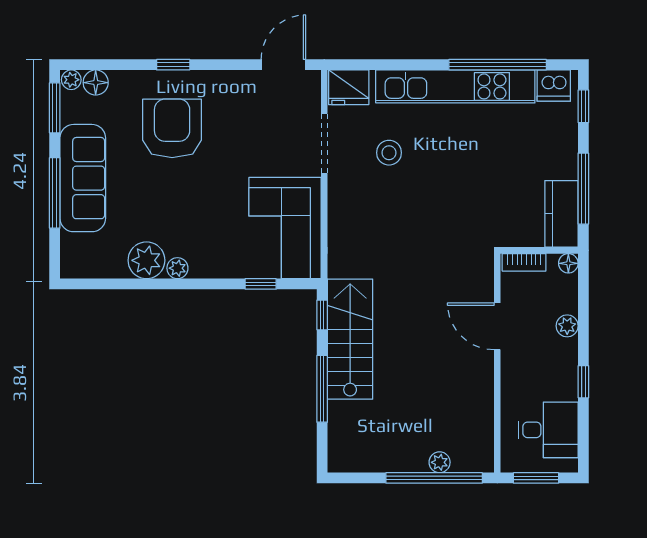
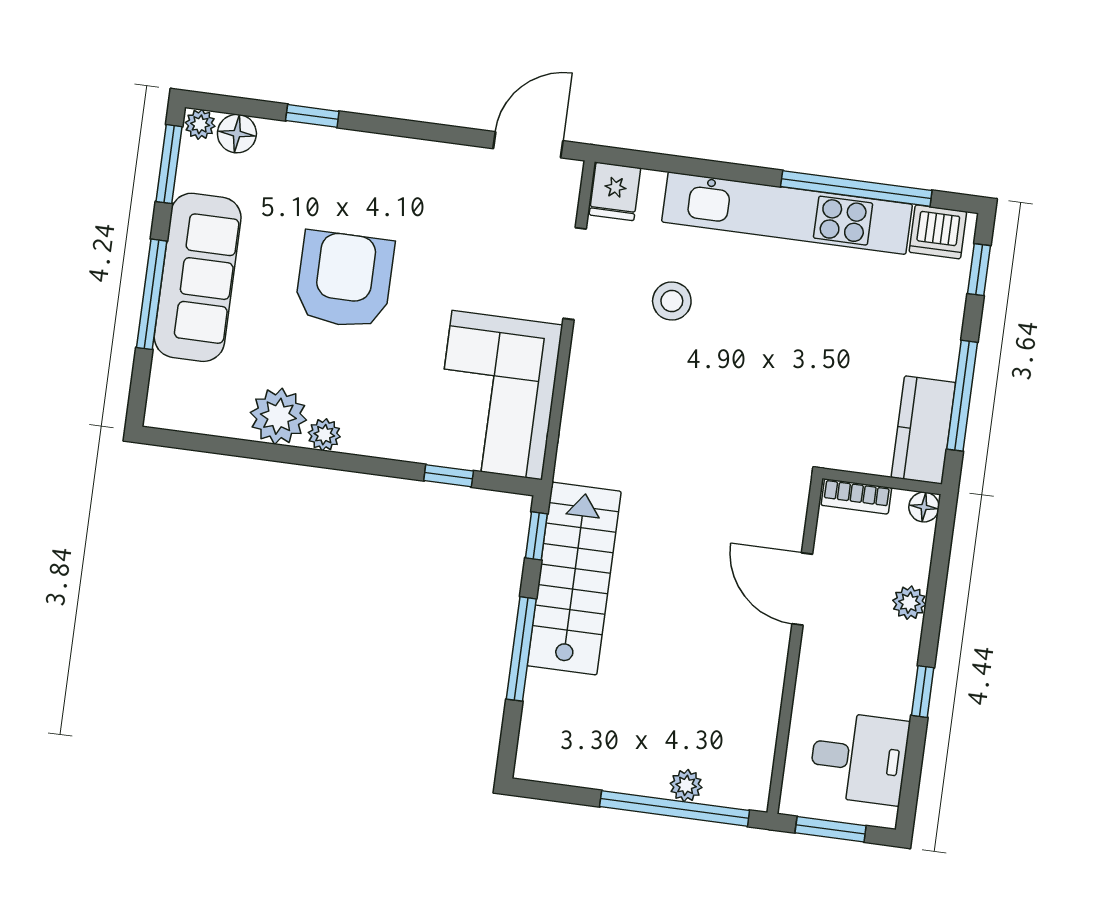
window: (173, 65) -> (312, 116), moved
fridge: (349, 87) -> (615, 191), width x0.72
armchair: (172, 128) -> (344, 280), moved

